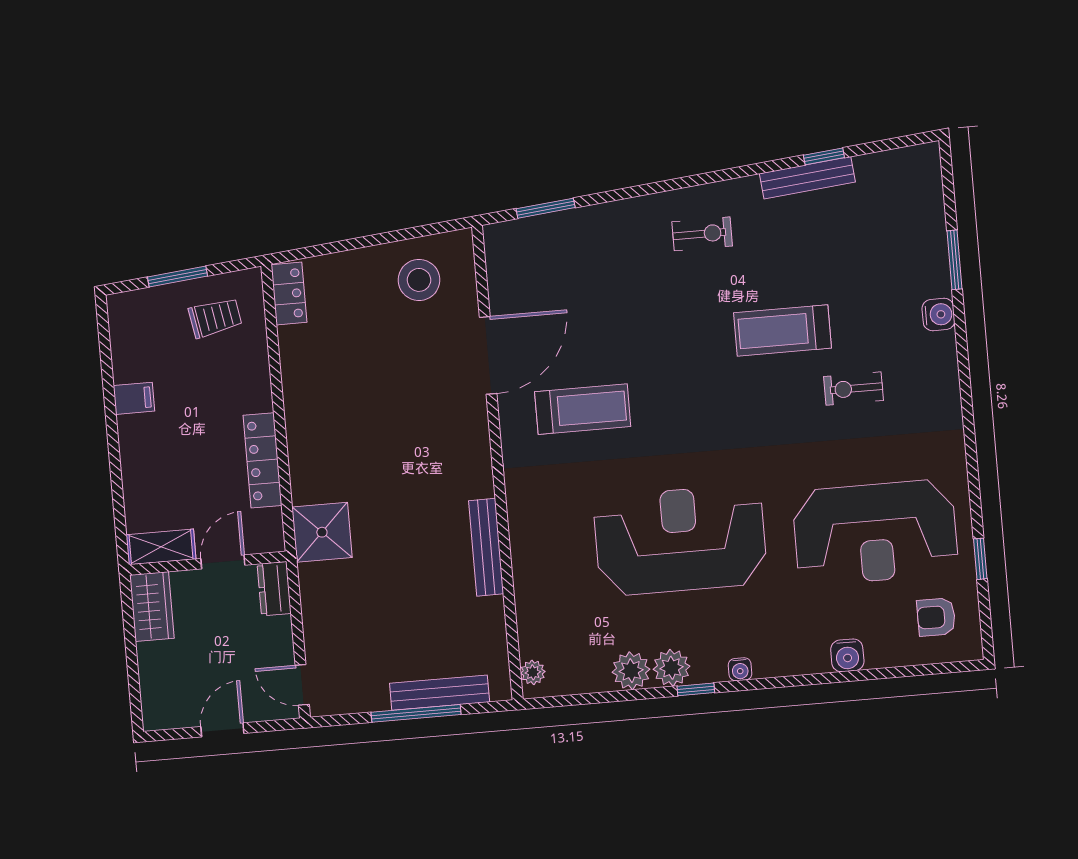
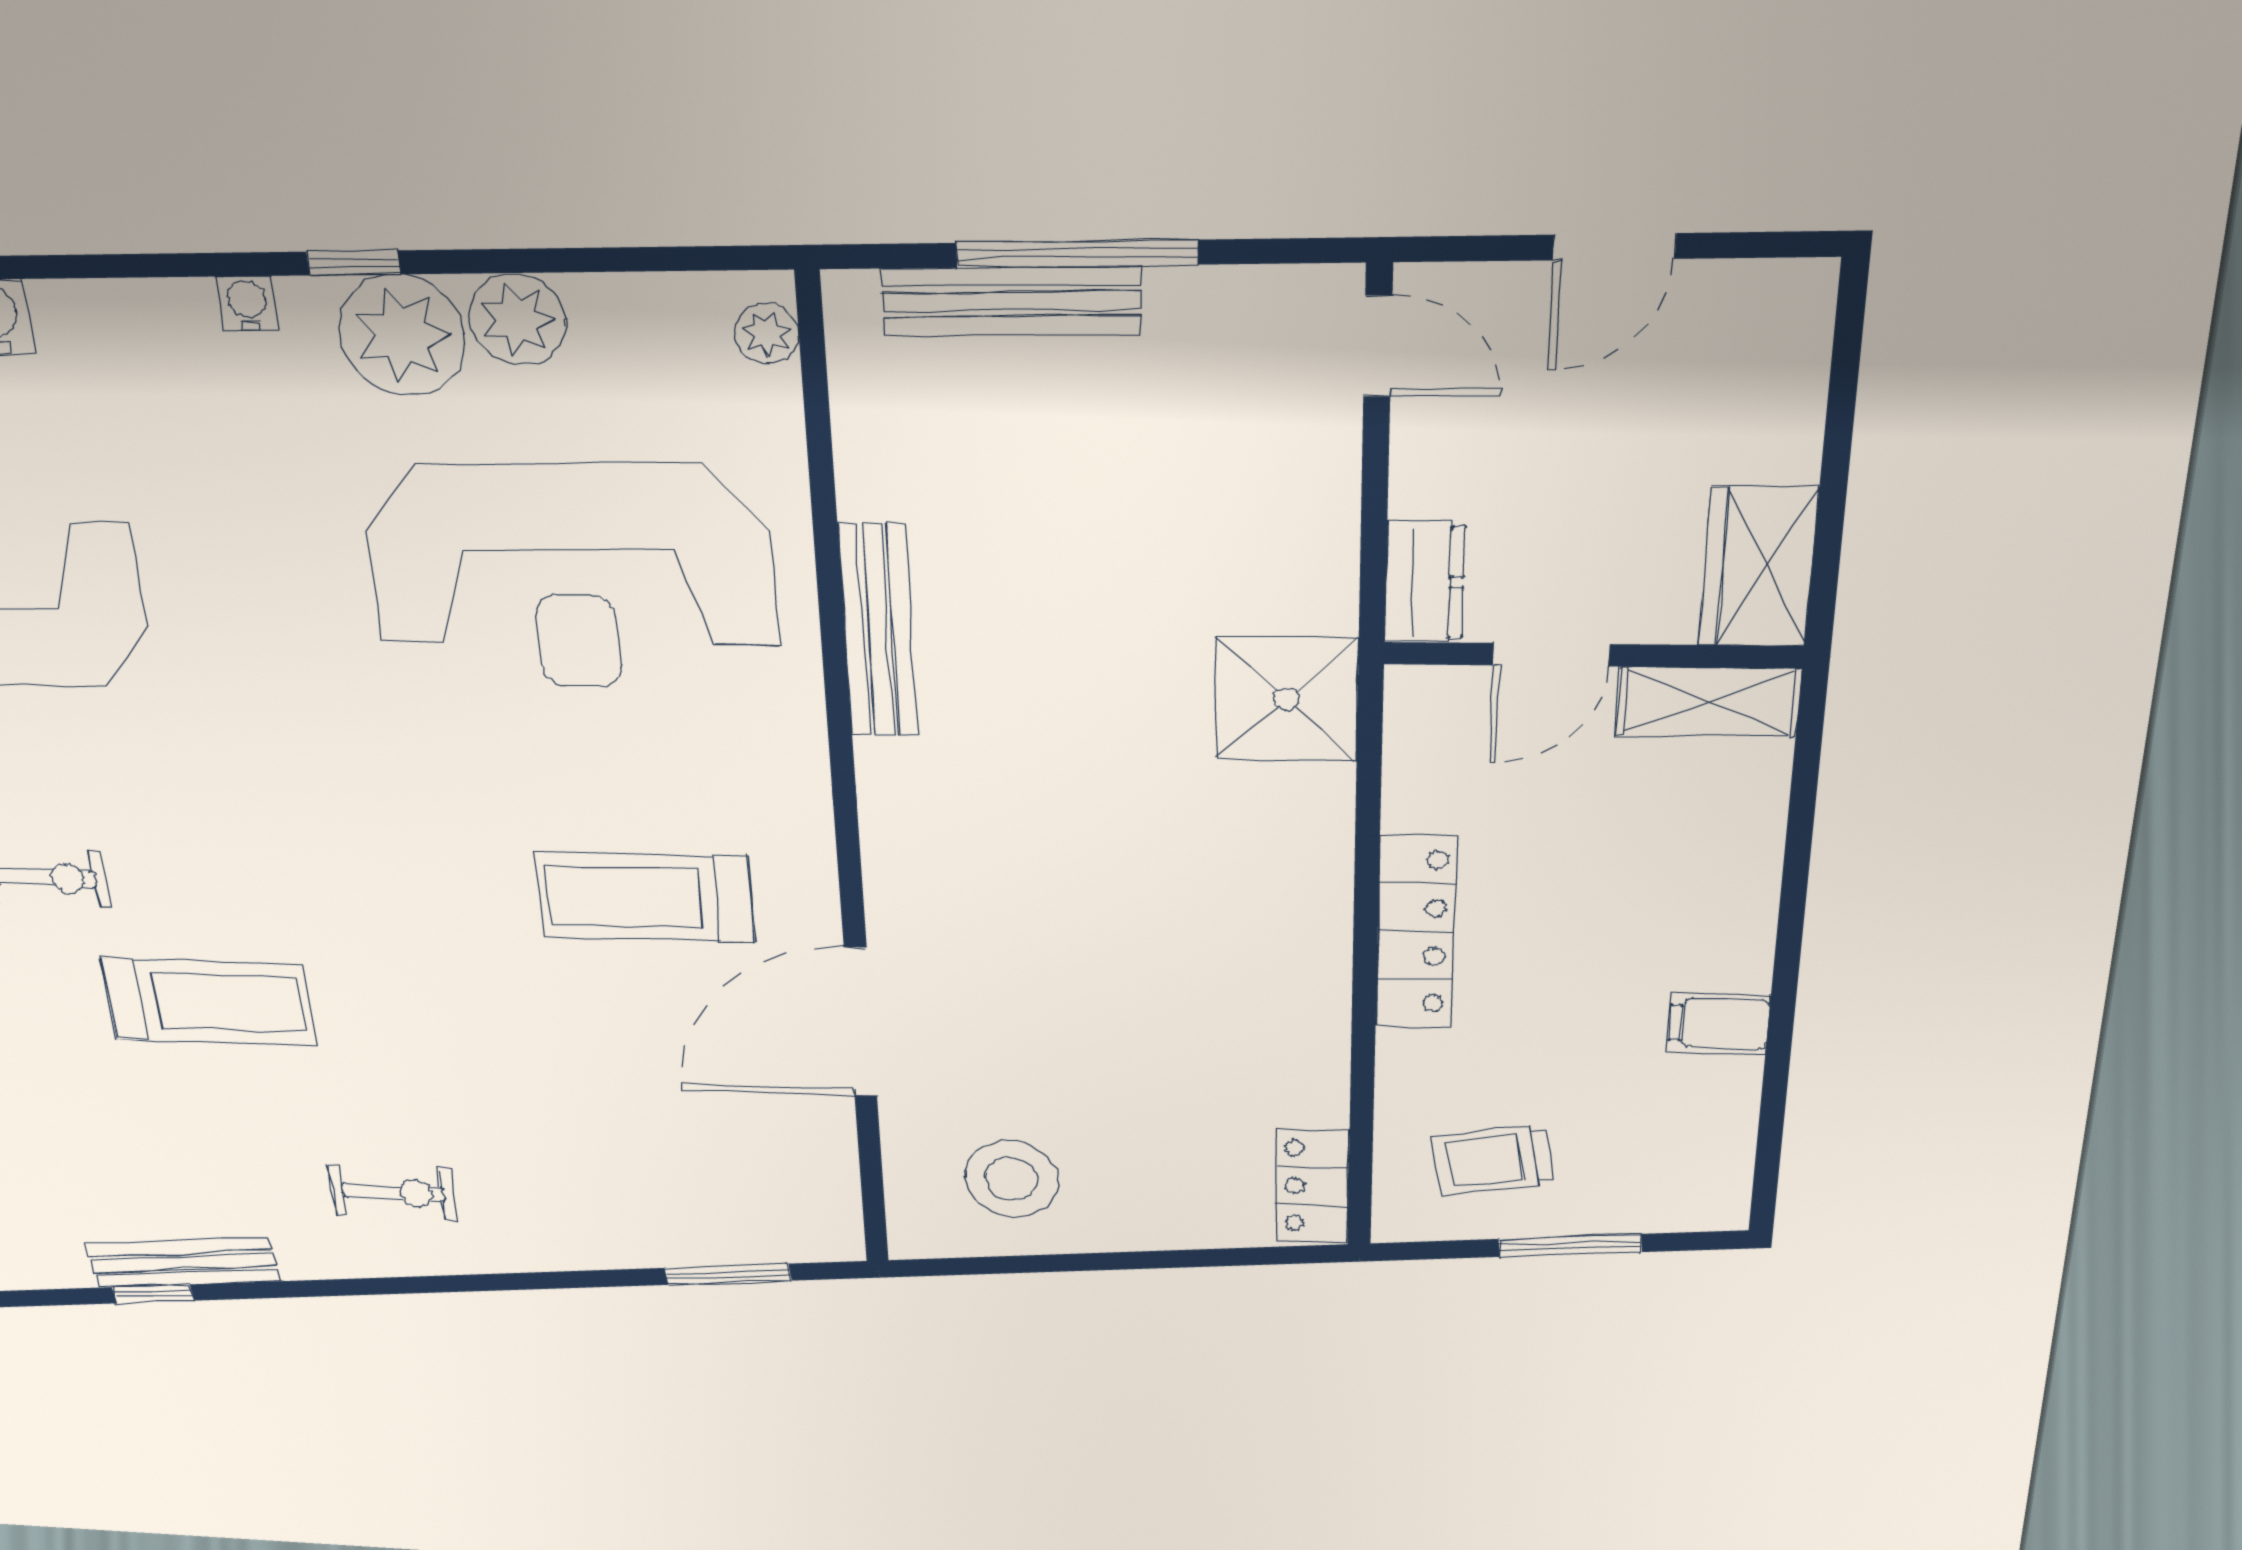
exercise bike: (702, 234) -> (393, 1193), turned 180
locker: (262, 460) -> (1416, 932), moved
reception desk: (680, 540) -> (571, 577), moved
plant: (672, 668) -> (402, 335), width x1.36, depth x1.36

